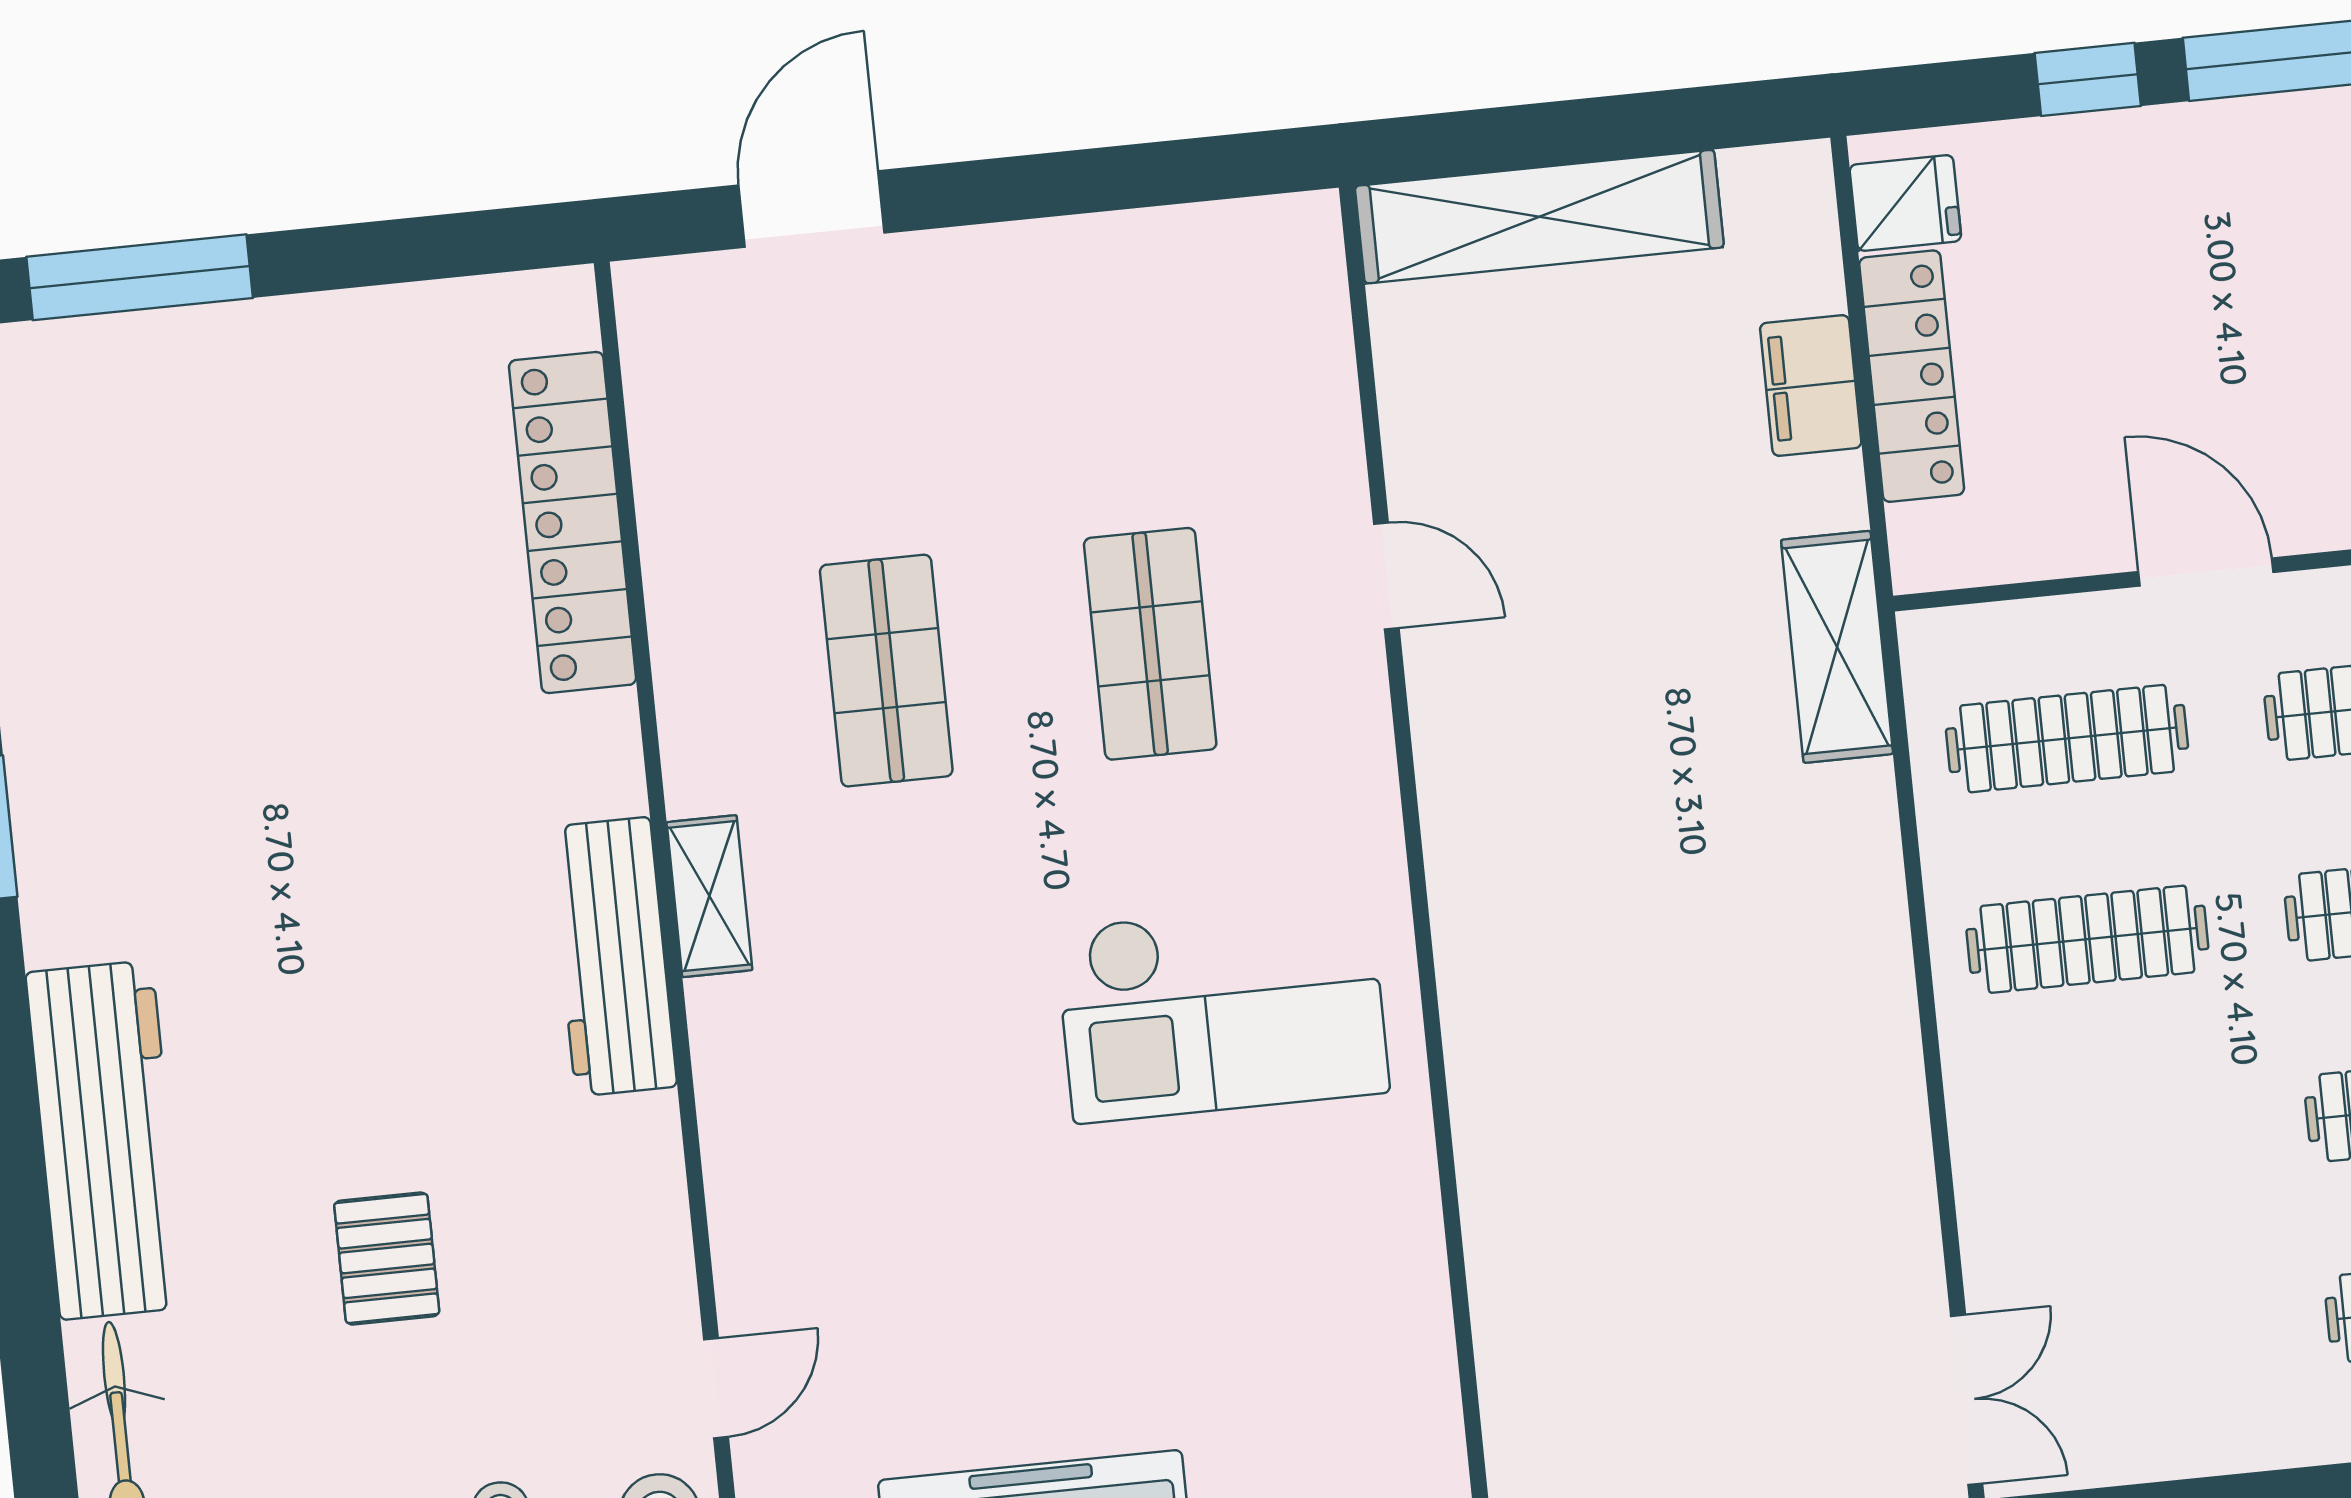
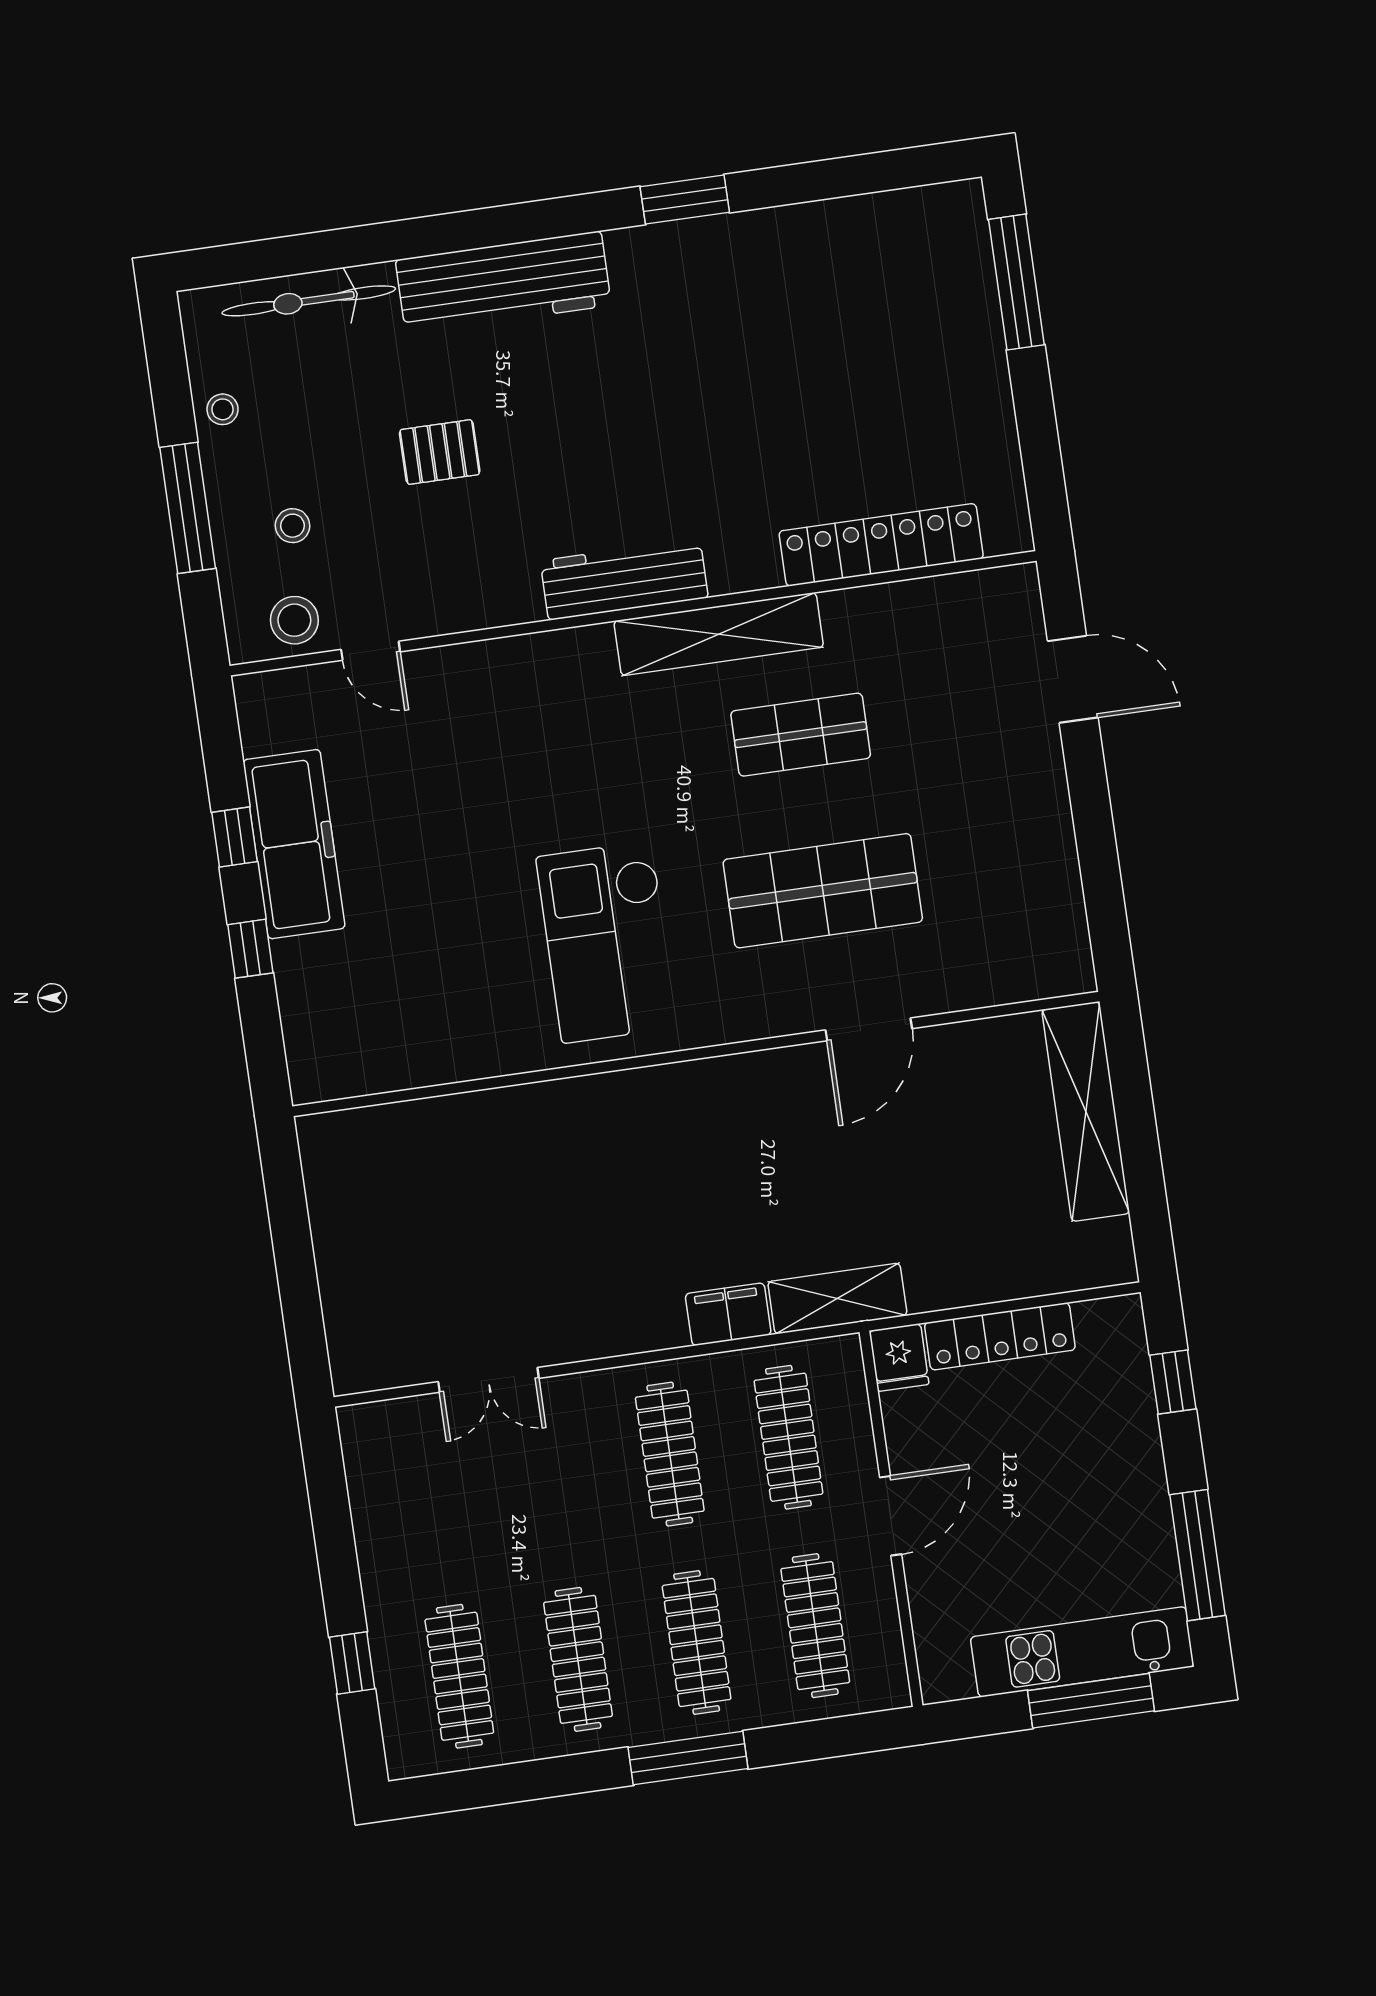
window: (2088, 79) -> (1173, 1382), moved
fridge: (1905, 203) -> (899, 1357), moved
filing cabinet: (1811, 385) -> (728, 1314), moved
door: (1386, 576) -> (869, 1029), width x1.38
shop shelf: (1150, 644) -> (823, 891), width x1.43, depth x1.36
shelving: (709, 896) -> (719, 634), width x2.20, depth x1.33
double door: (1967, 1400) -> (488, 1380), moved

